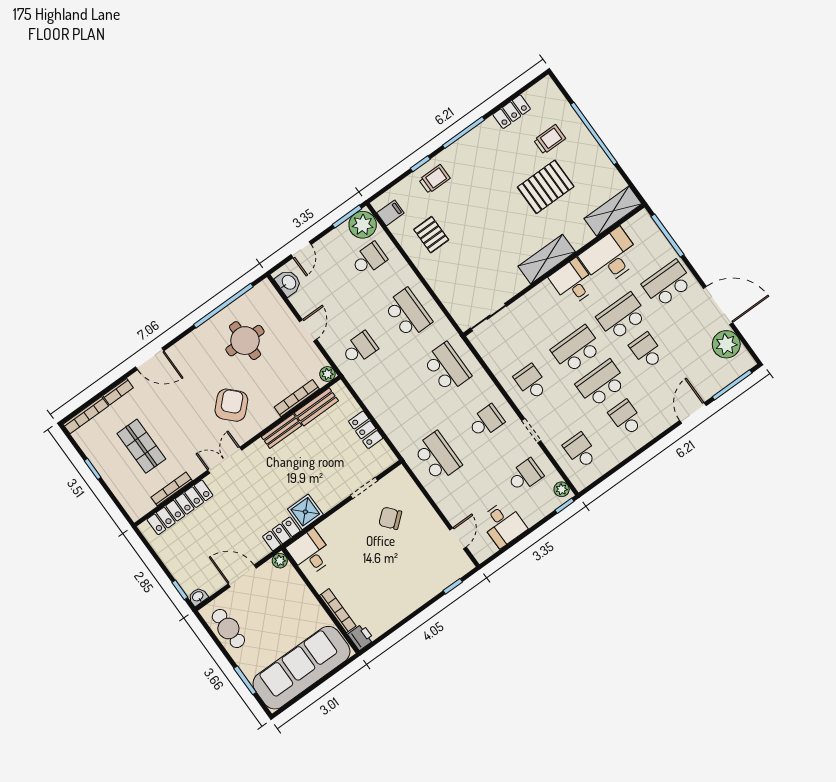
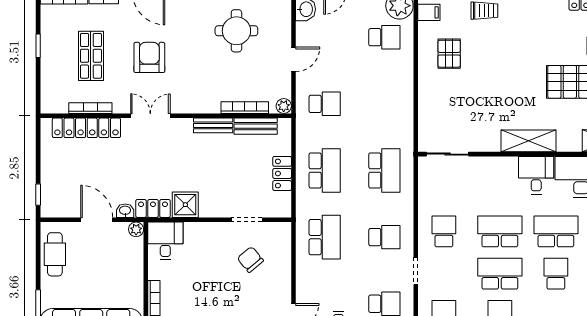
school desk: (408, 313) -> (325, 170), moved
armchair: (231, 405) -> (149, 57), moved, turned -46
washbasin: (198, 597) -> (125, 211), moved

